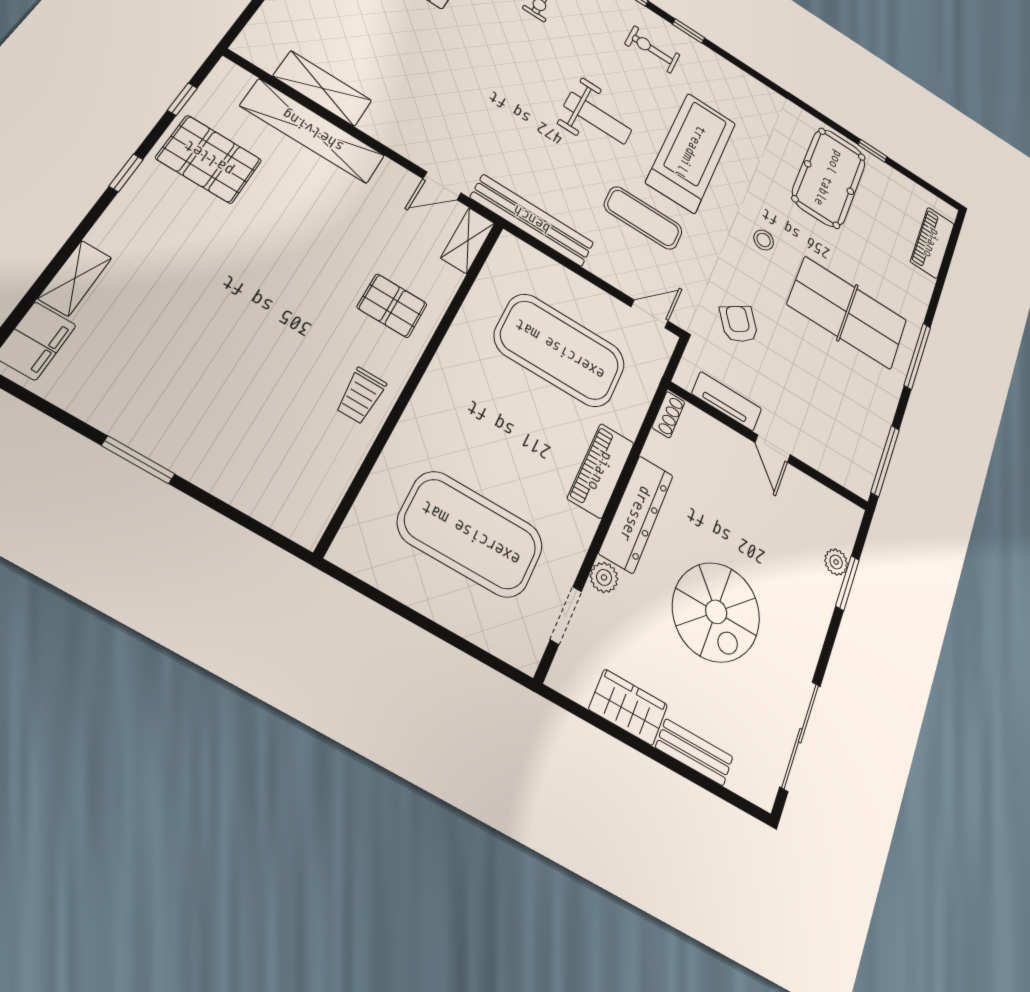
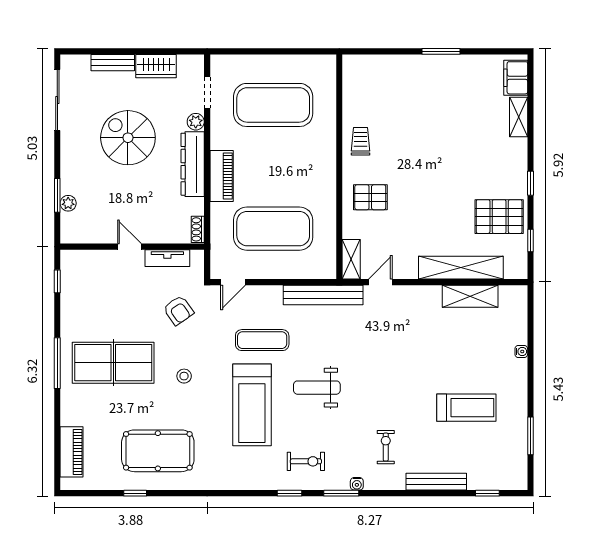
pool table: (829, 178) -> (158, 451), turned 90
window: (885, 461) -> (57, 281), width x0.46

